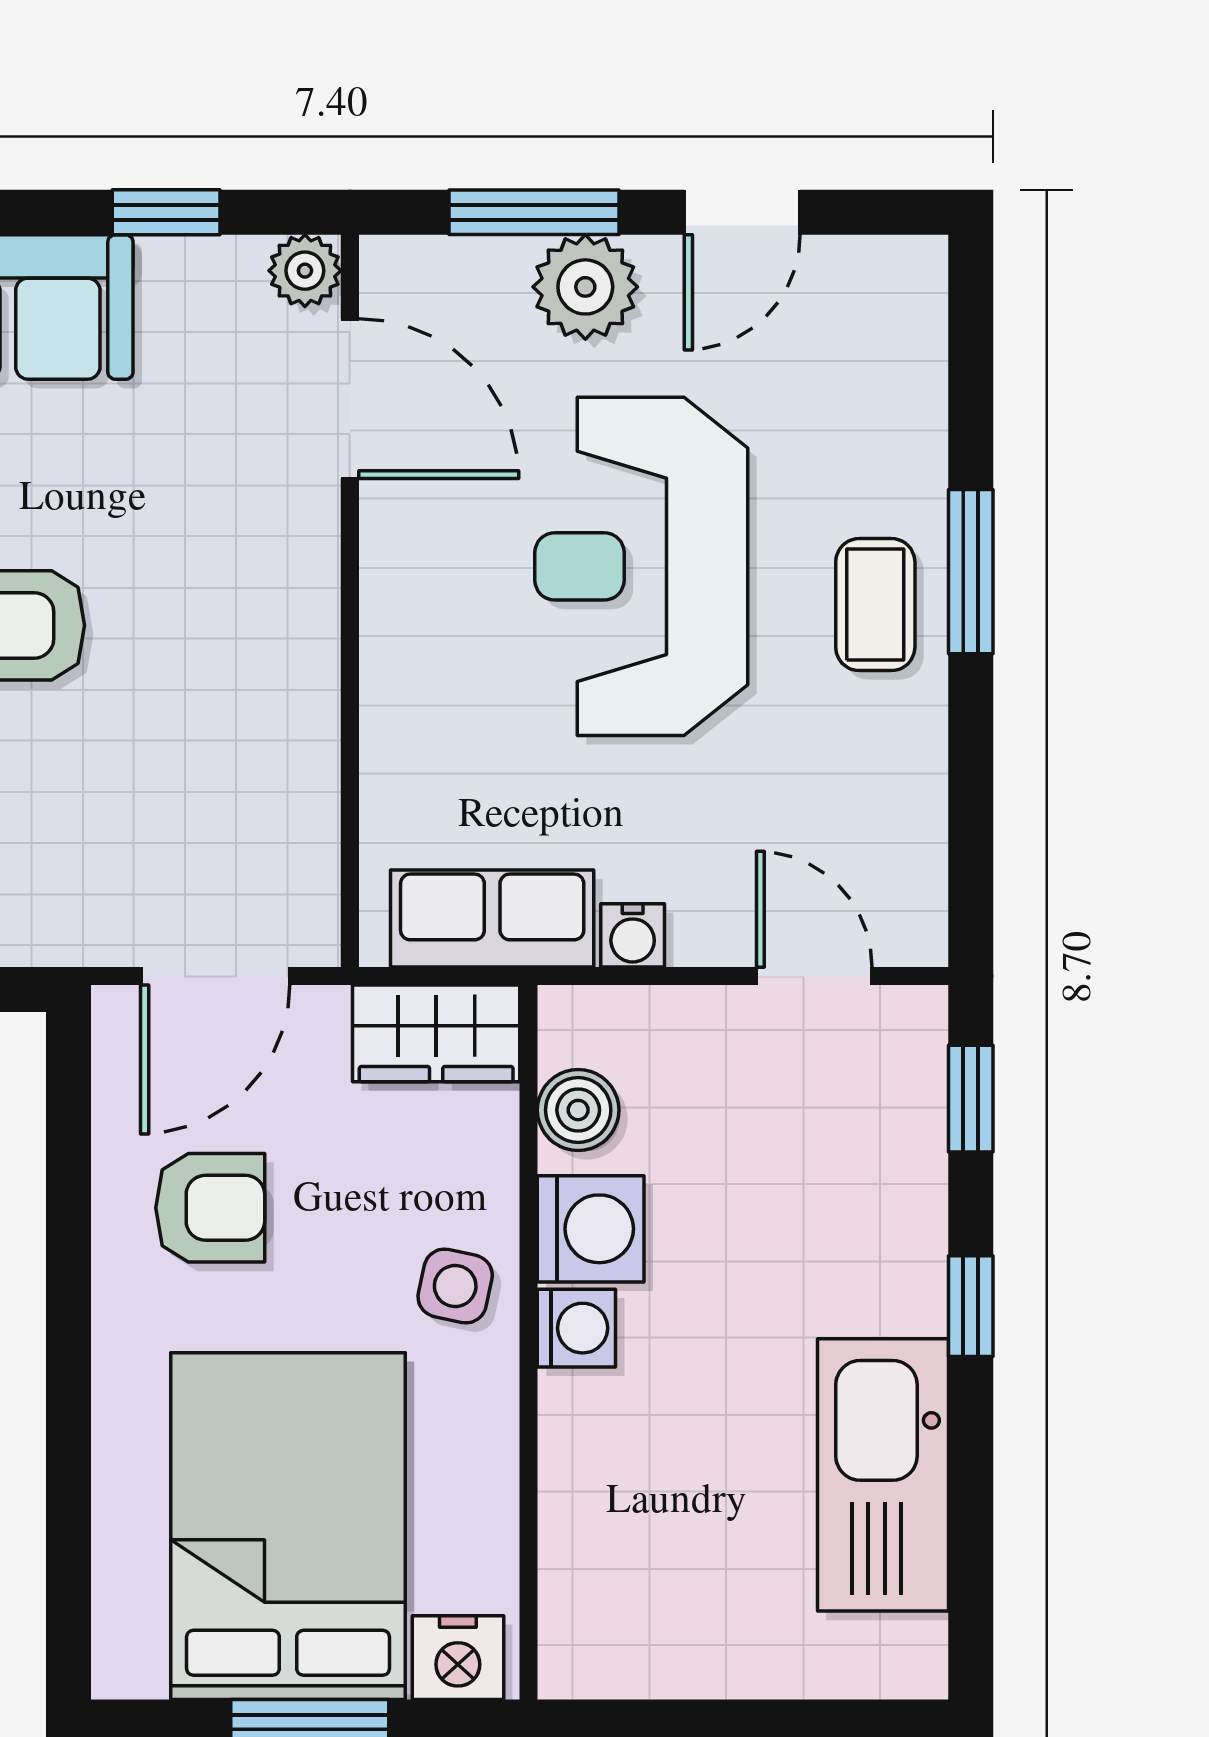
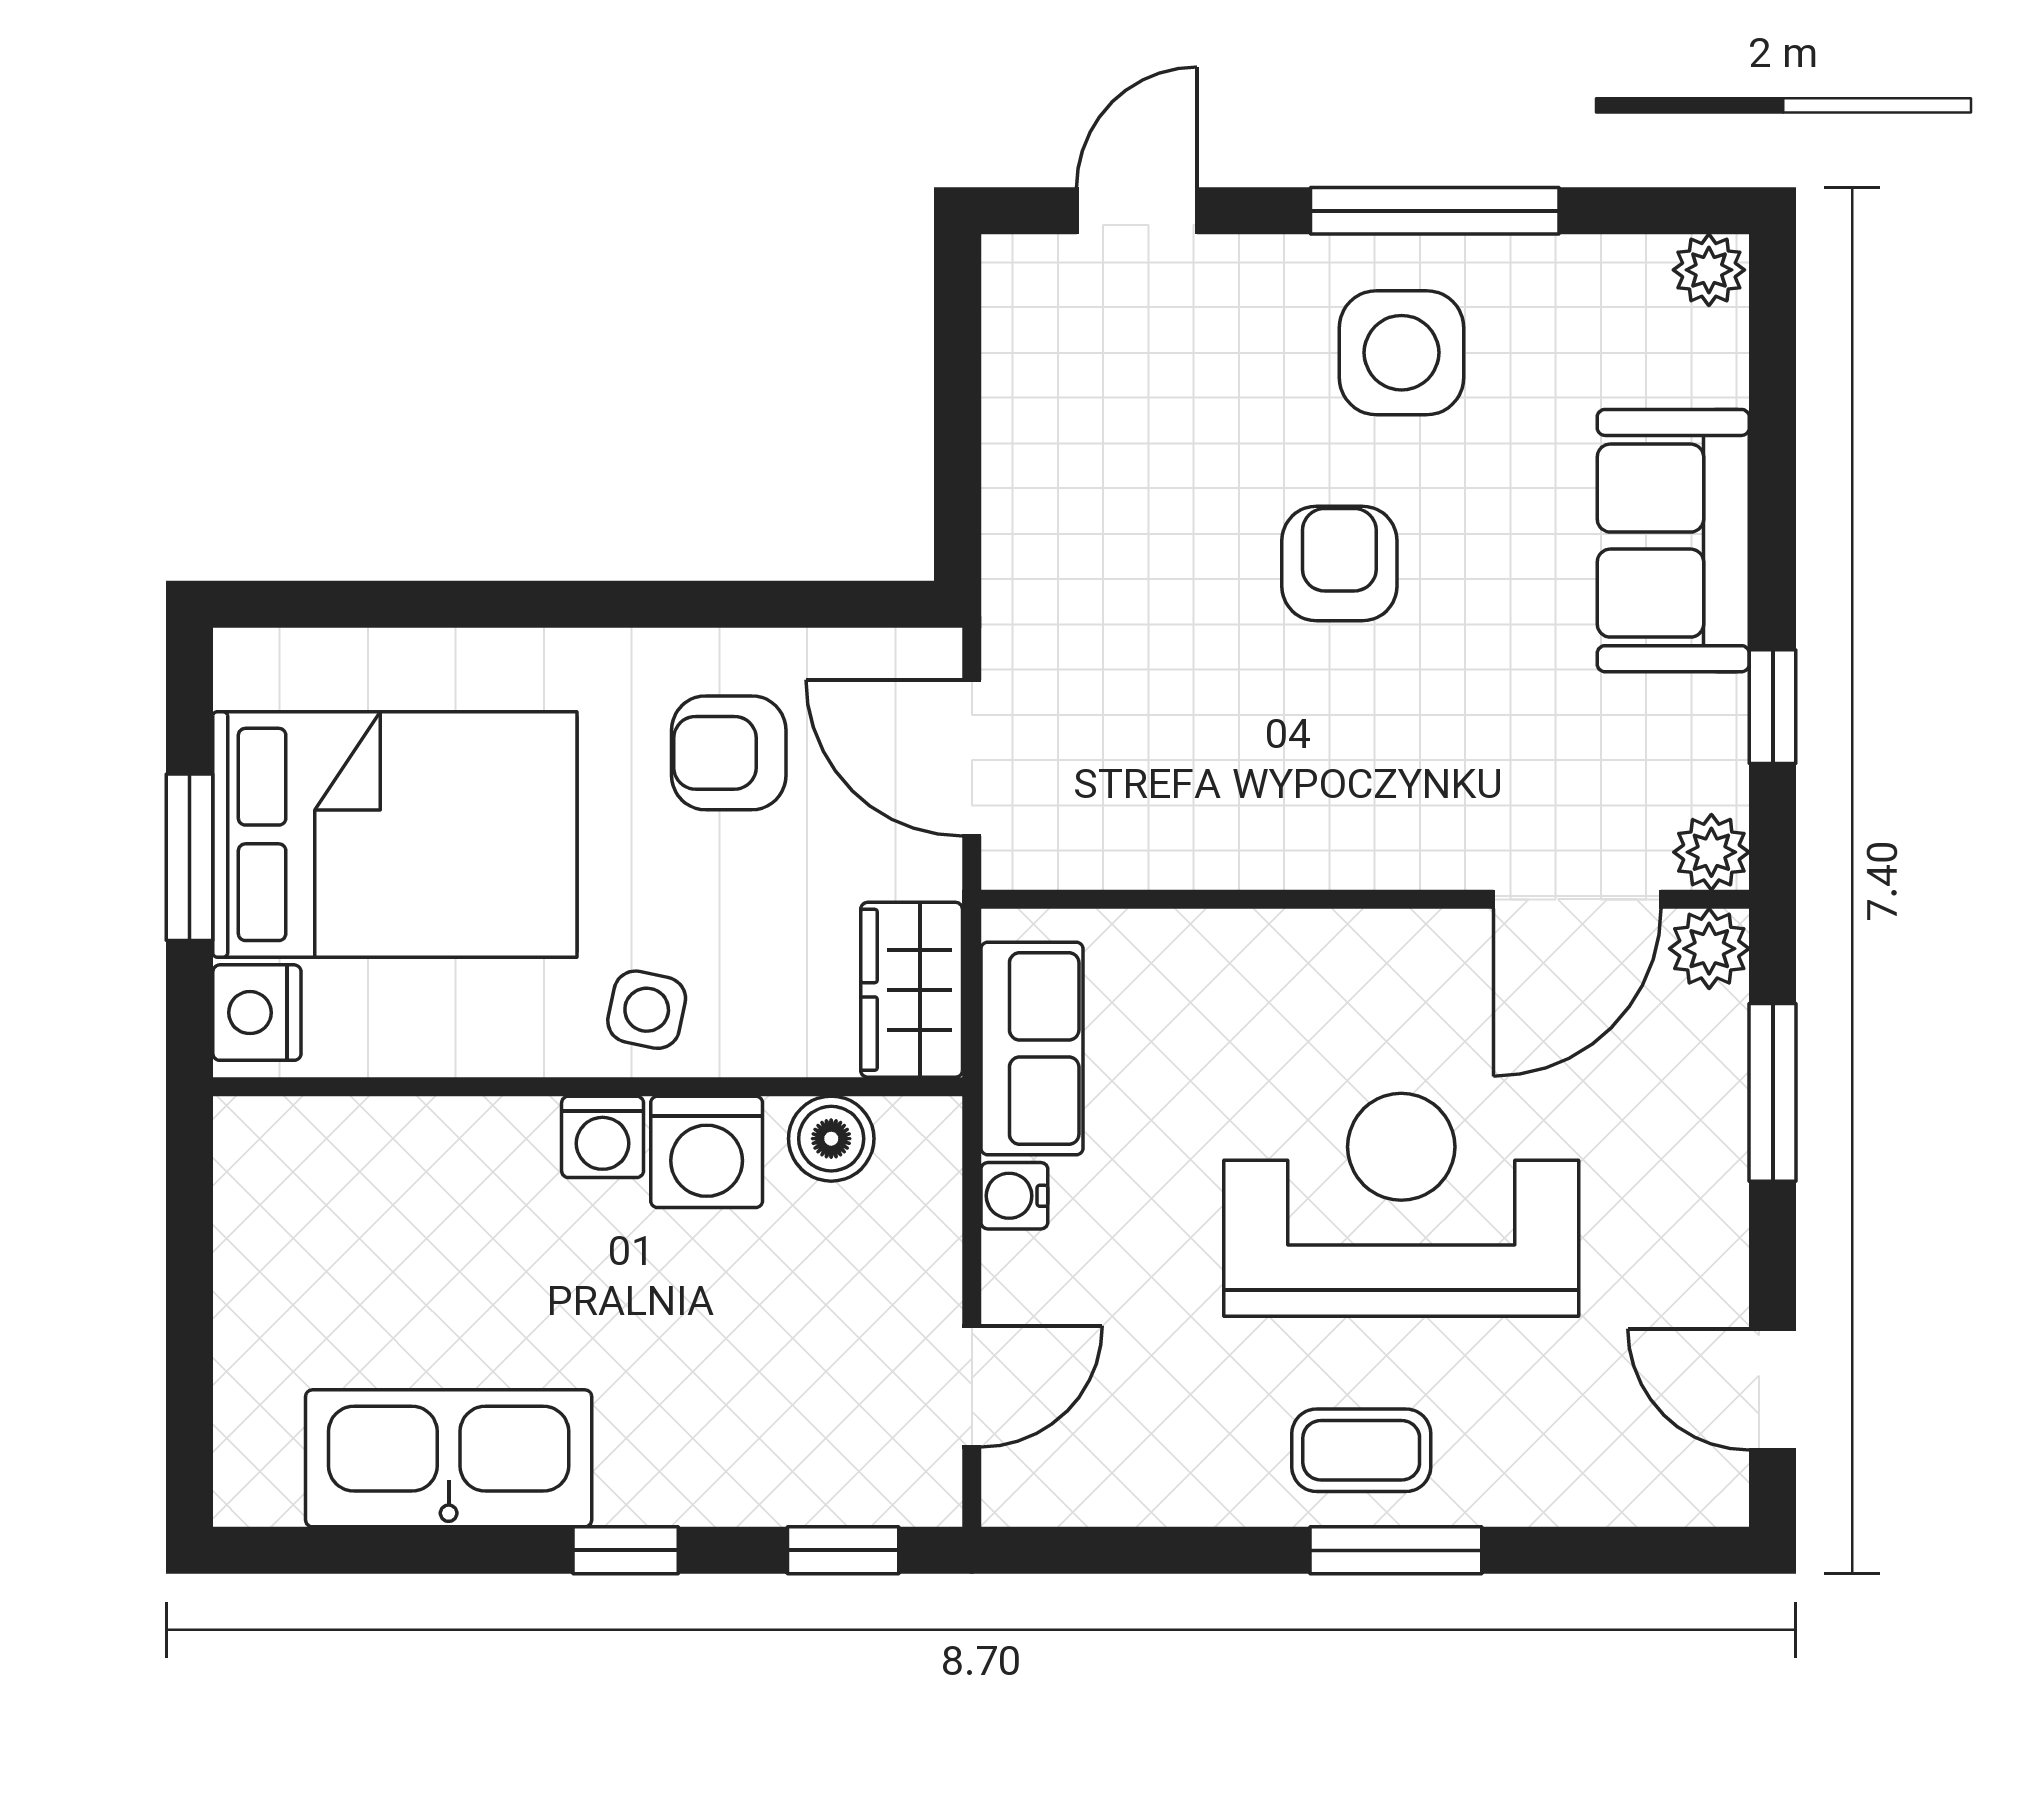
door: (742, 212) -> (1773, 1390), moved
plant: (585, 287) -> (1709, 949), moved, width x0.73, depth x0.73
armchair: (210, 1208) -> (729, 753), turned 90

